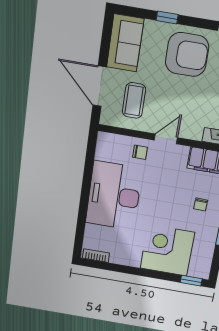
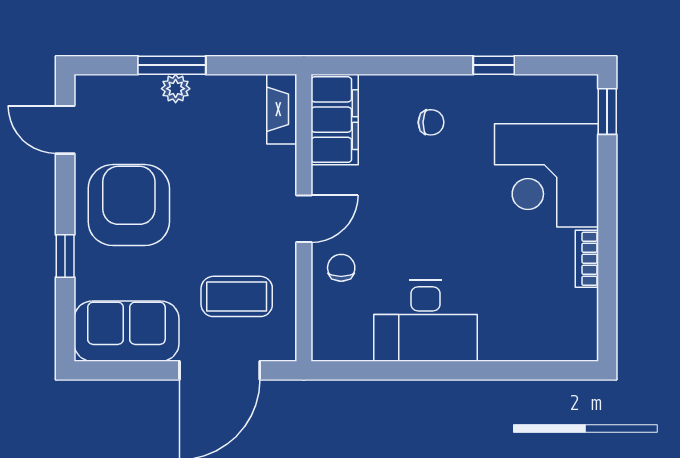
door: (166, 139) -> (304, 219), swing flipped
desk: (114, 196) -> (425, 321), width x0.73, depth x0.77
bookcase: (96, 256) -> (587, 259), moved

